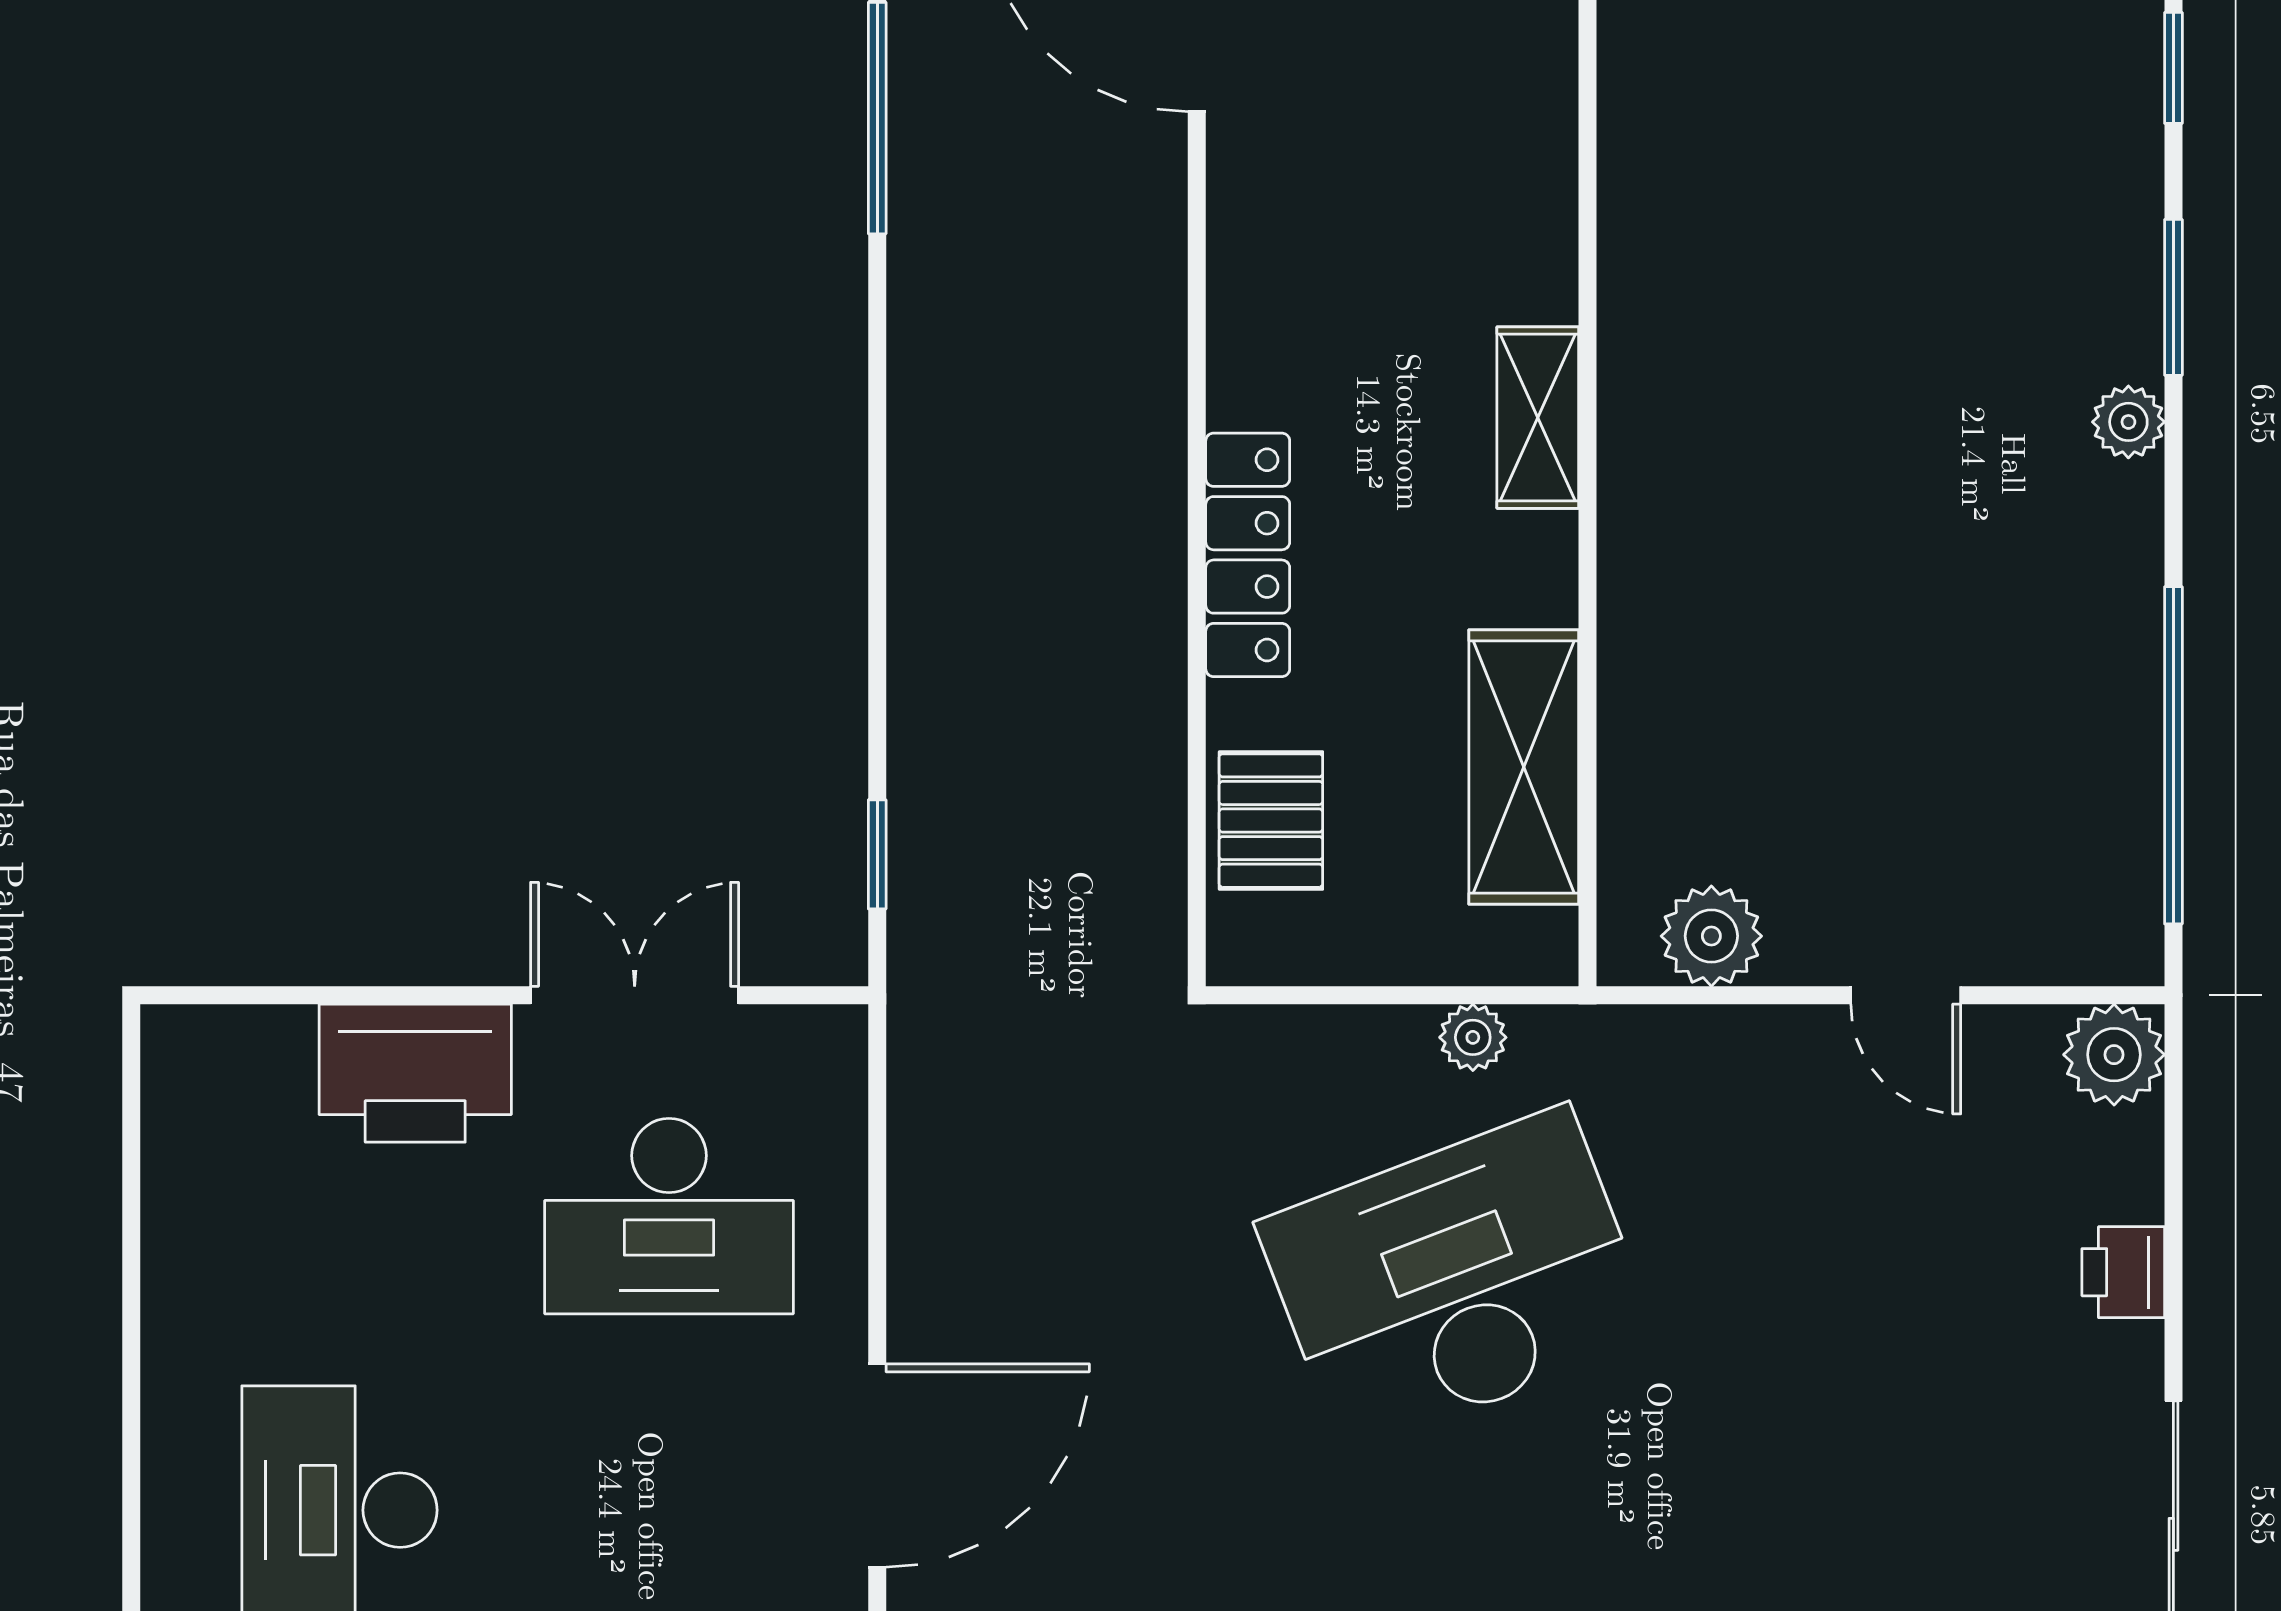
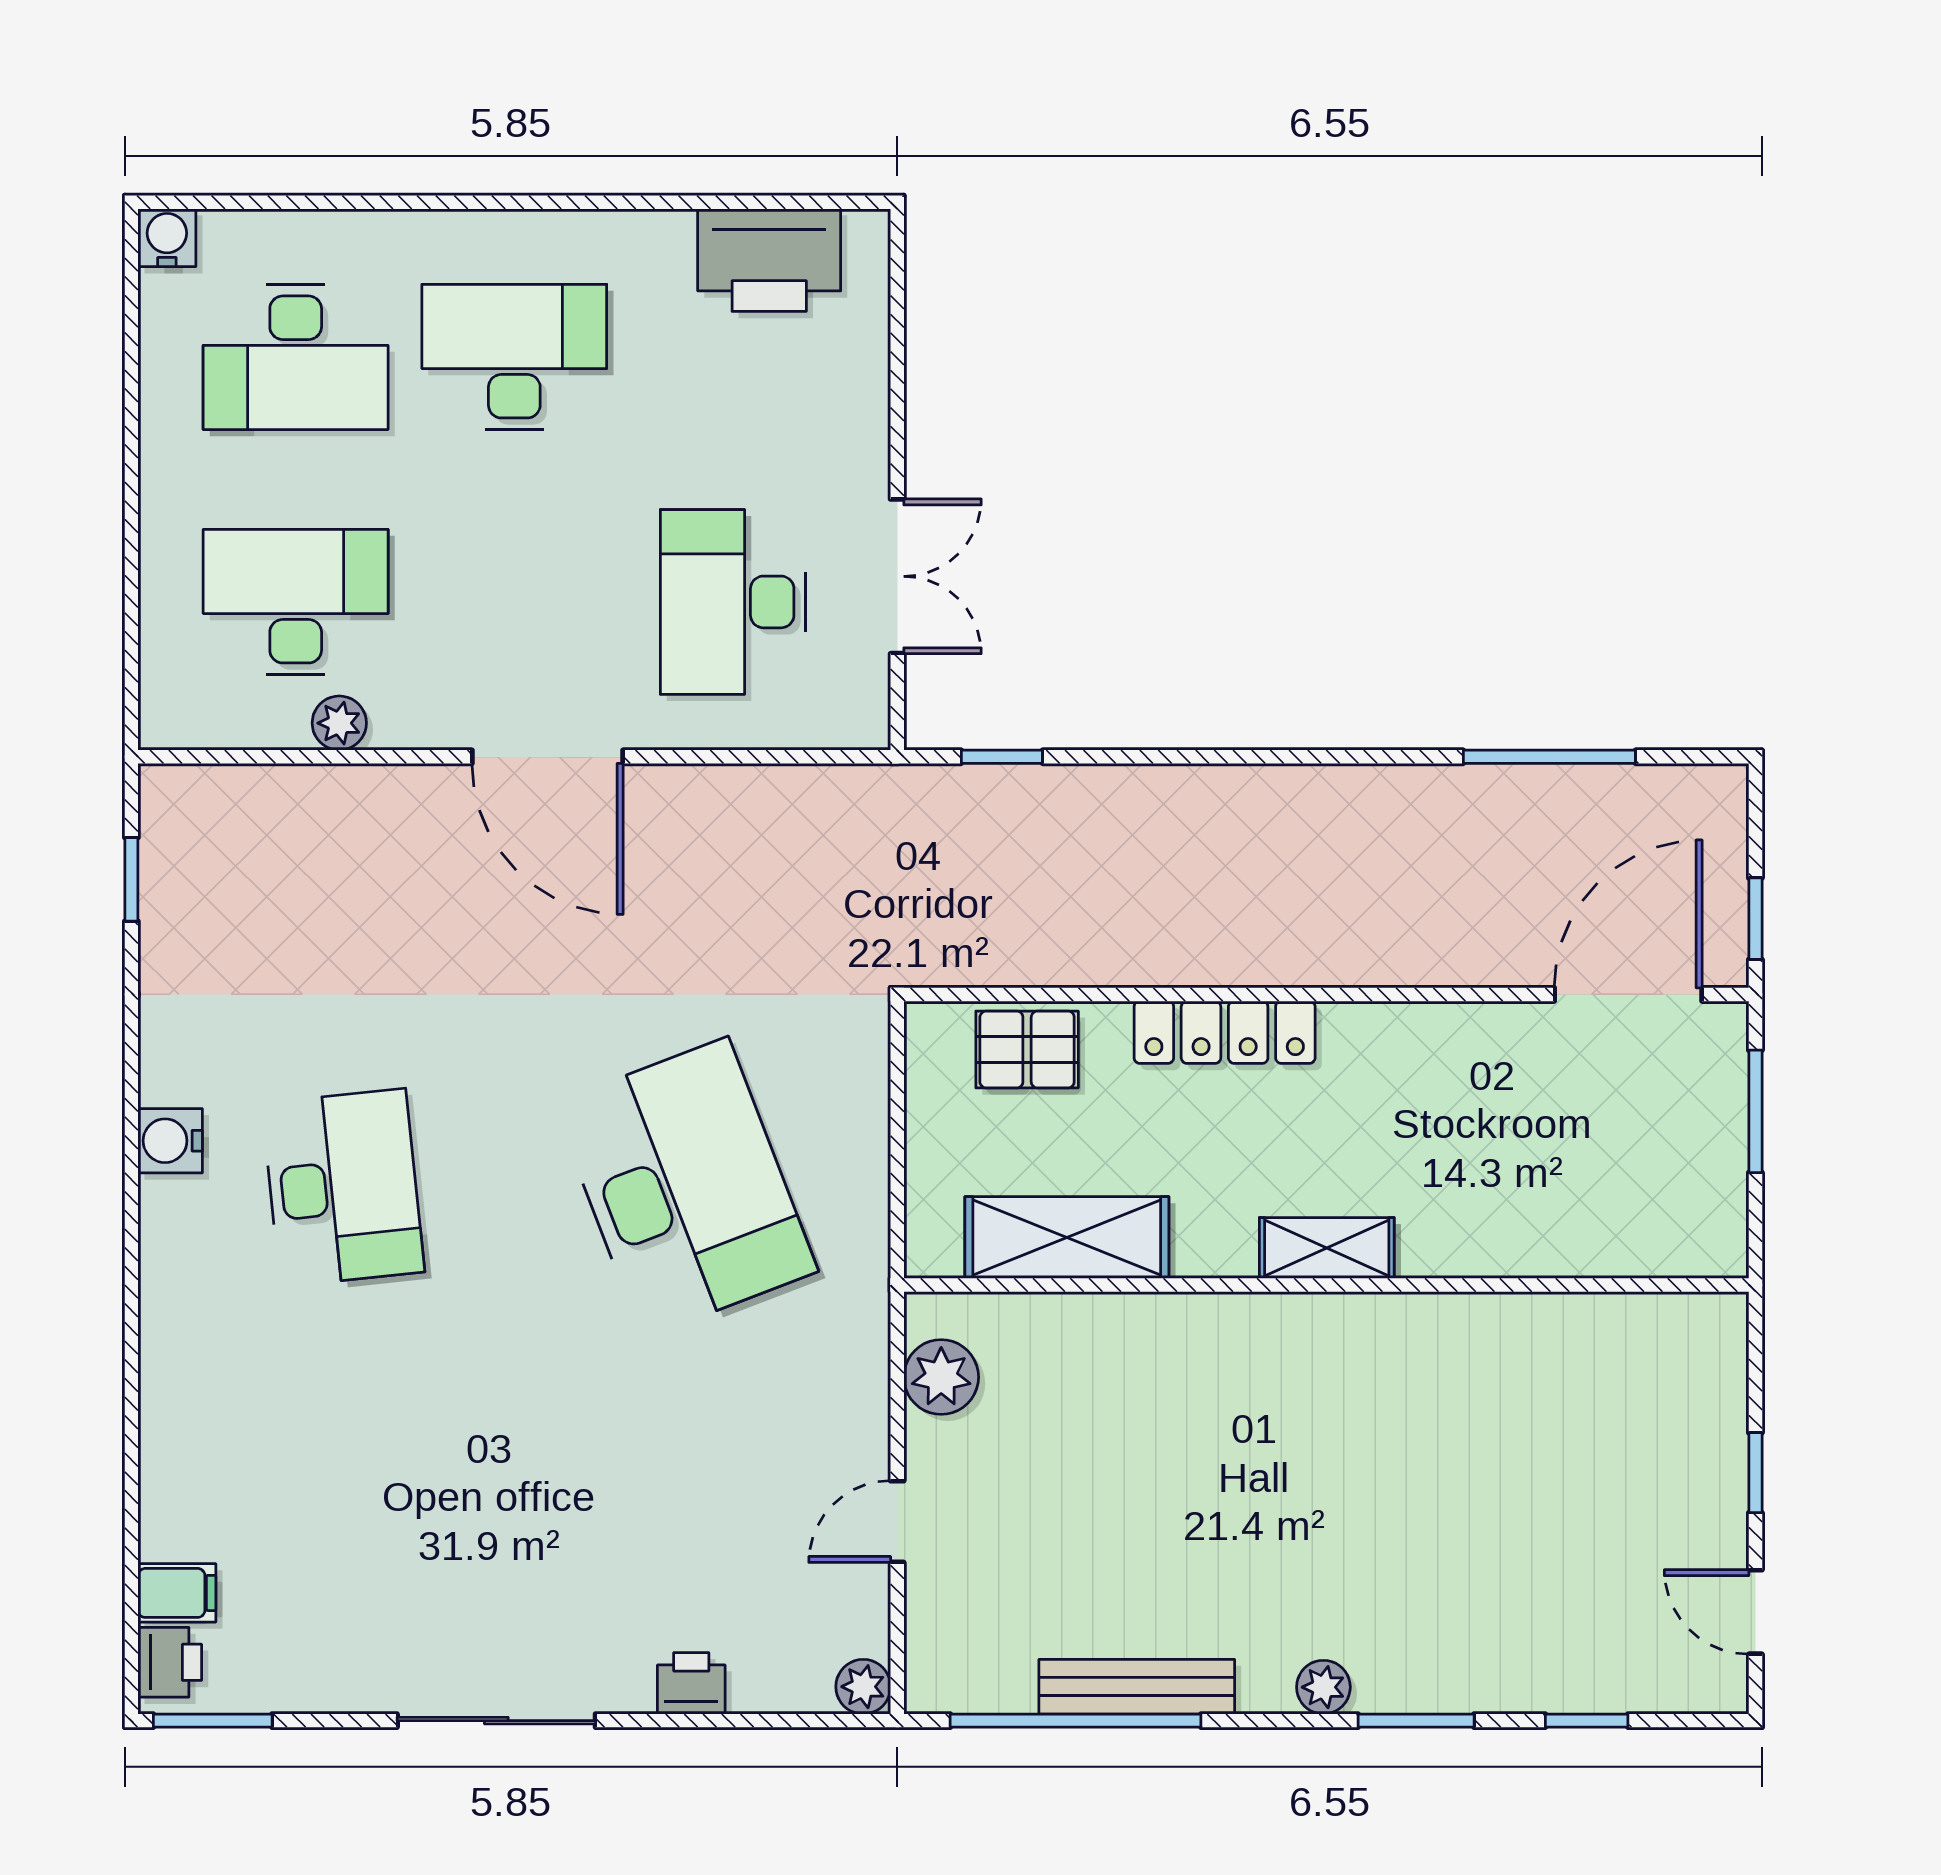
bench: (2128, 673) -> (1137, 1687), added
plant: (1473, 1037) -> (866, 1200), removed
plant: (2114, 1055) -> (863, 1687), width x0.73, depth x0.73
printer: (415, 1073) -> (769, 260), moved, turned -90

